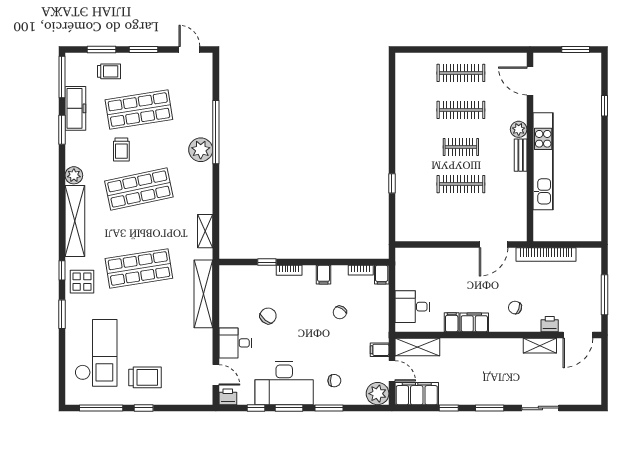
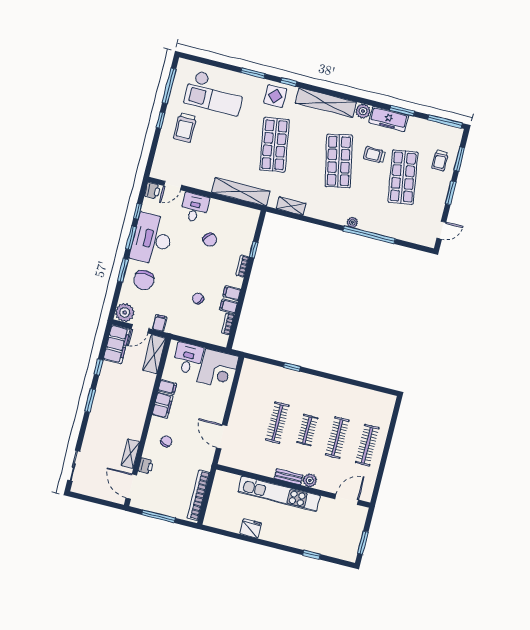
freezer: (75, 108) -> (389, 119), moved
plant: (201, 150) -> (352, 222), width x0.53, depth x0.53
fridge: (592, 184) -> (251, 528), added
bookcase: (546, 255) -> (198, 495), moved
corner desk: (416, 269) -> (218, 369), added
filing cabinet: (382, 275) -> (229, 306), moved
chair: (334, 381) -> (144, 280), width x1.87, depth x1.87
sliding door: (540, 408) -> (74, 466), moved

